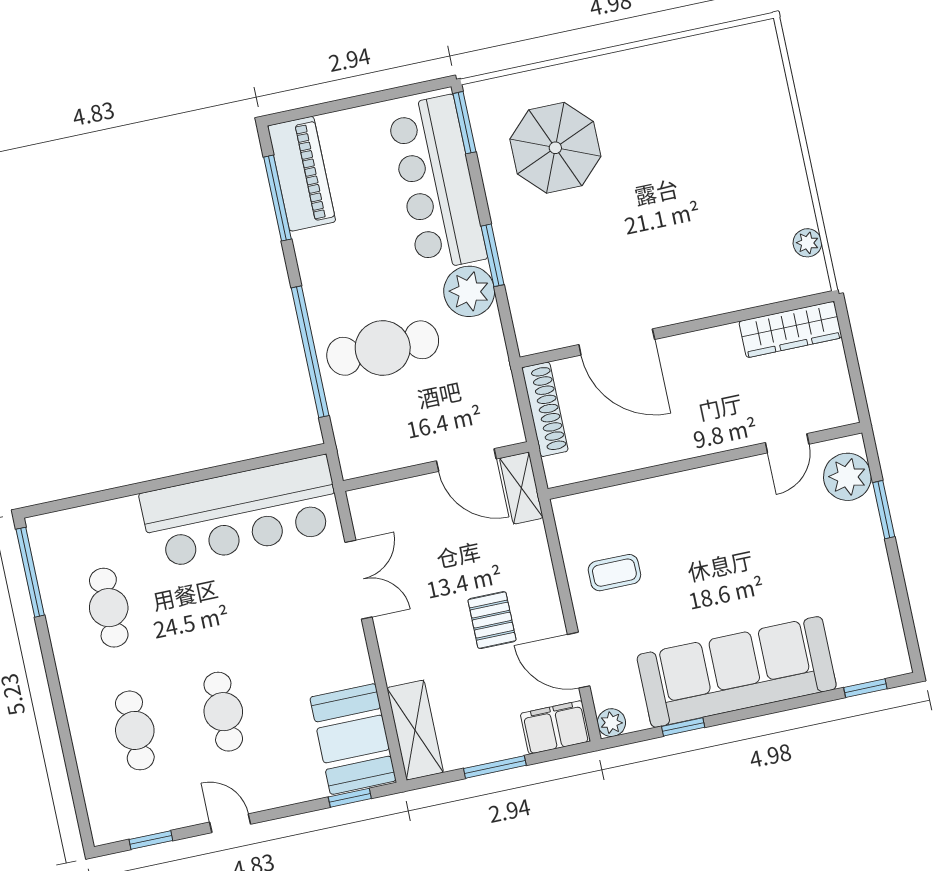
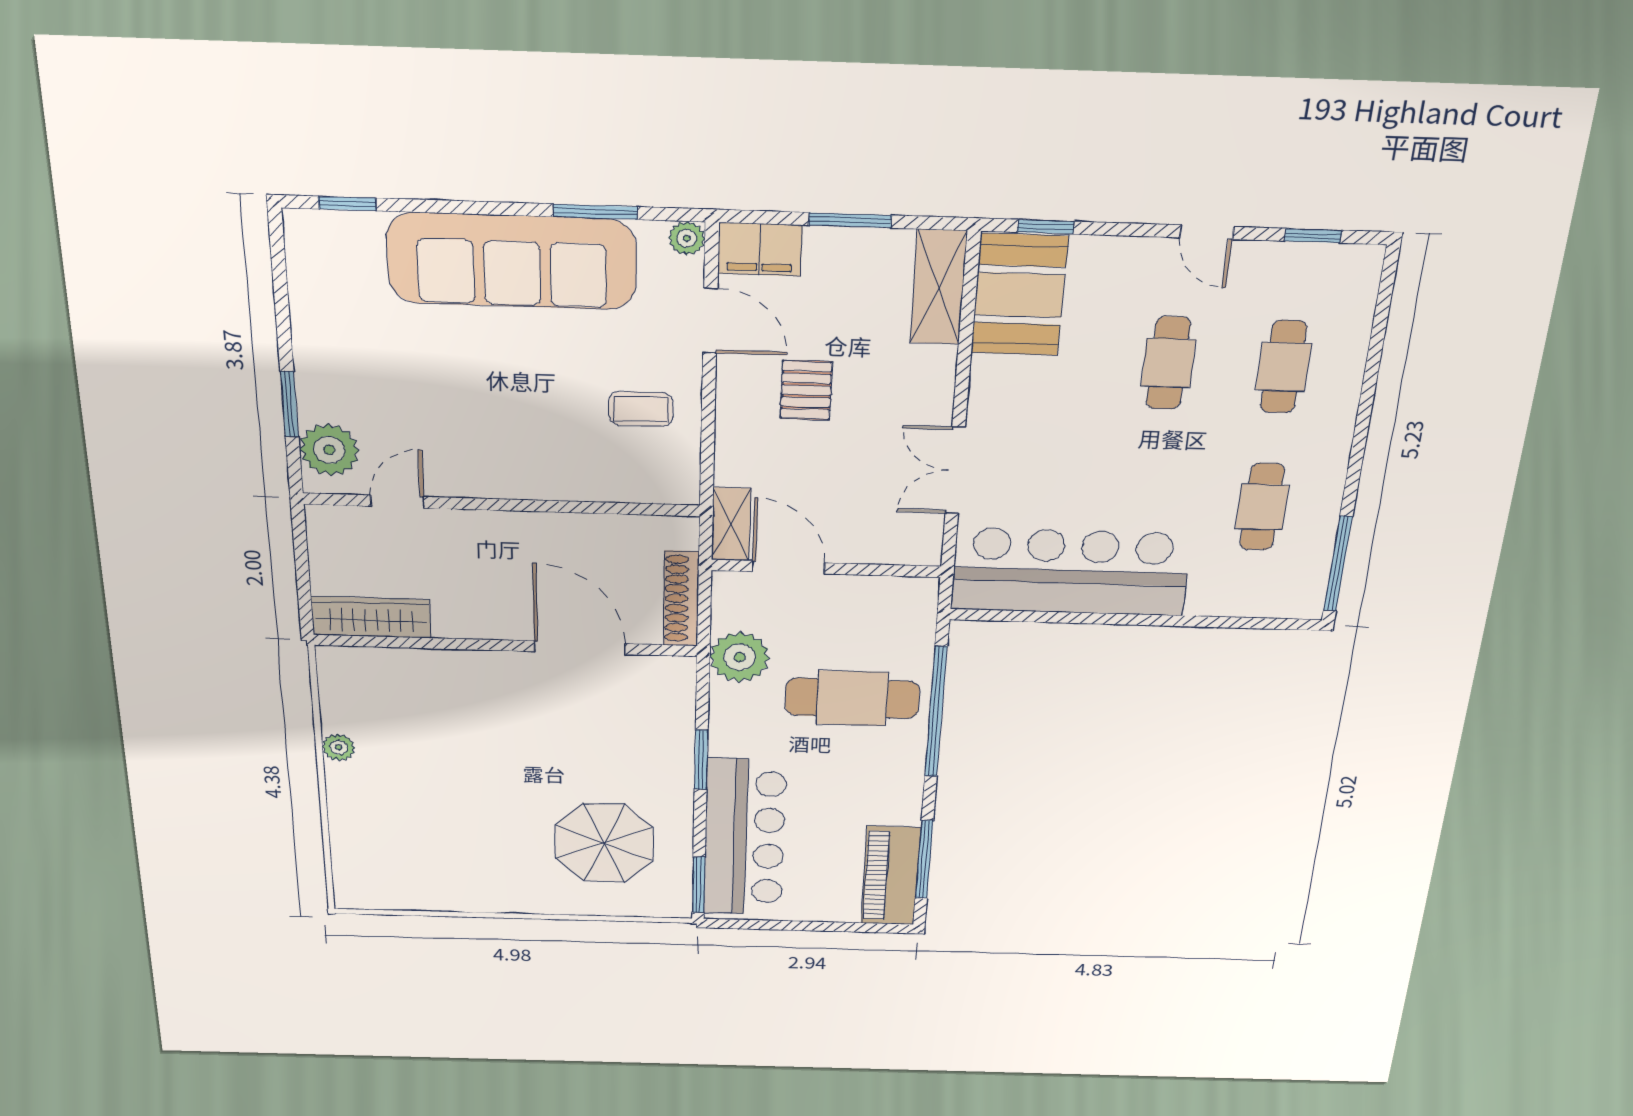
plant: (807, 243) -> (339, 747), moved
plant: (469, 291) -> (740, 657), moved
window: (683, 727) -> (595, 212), width x1.50

